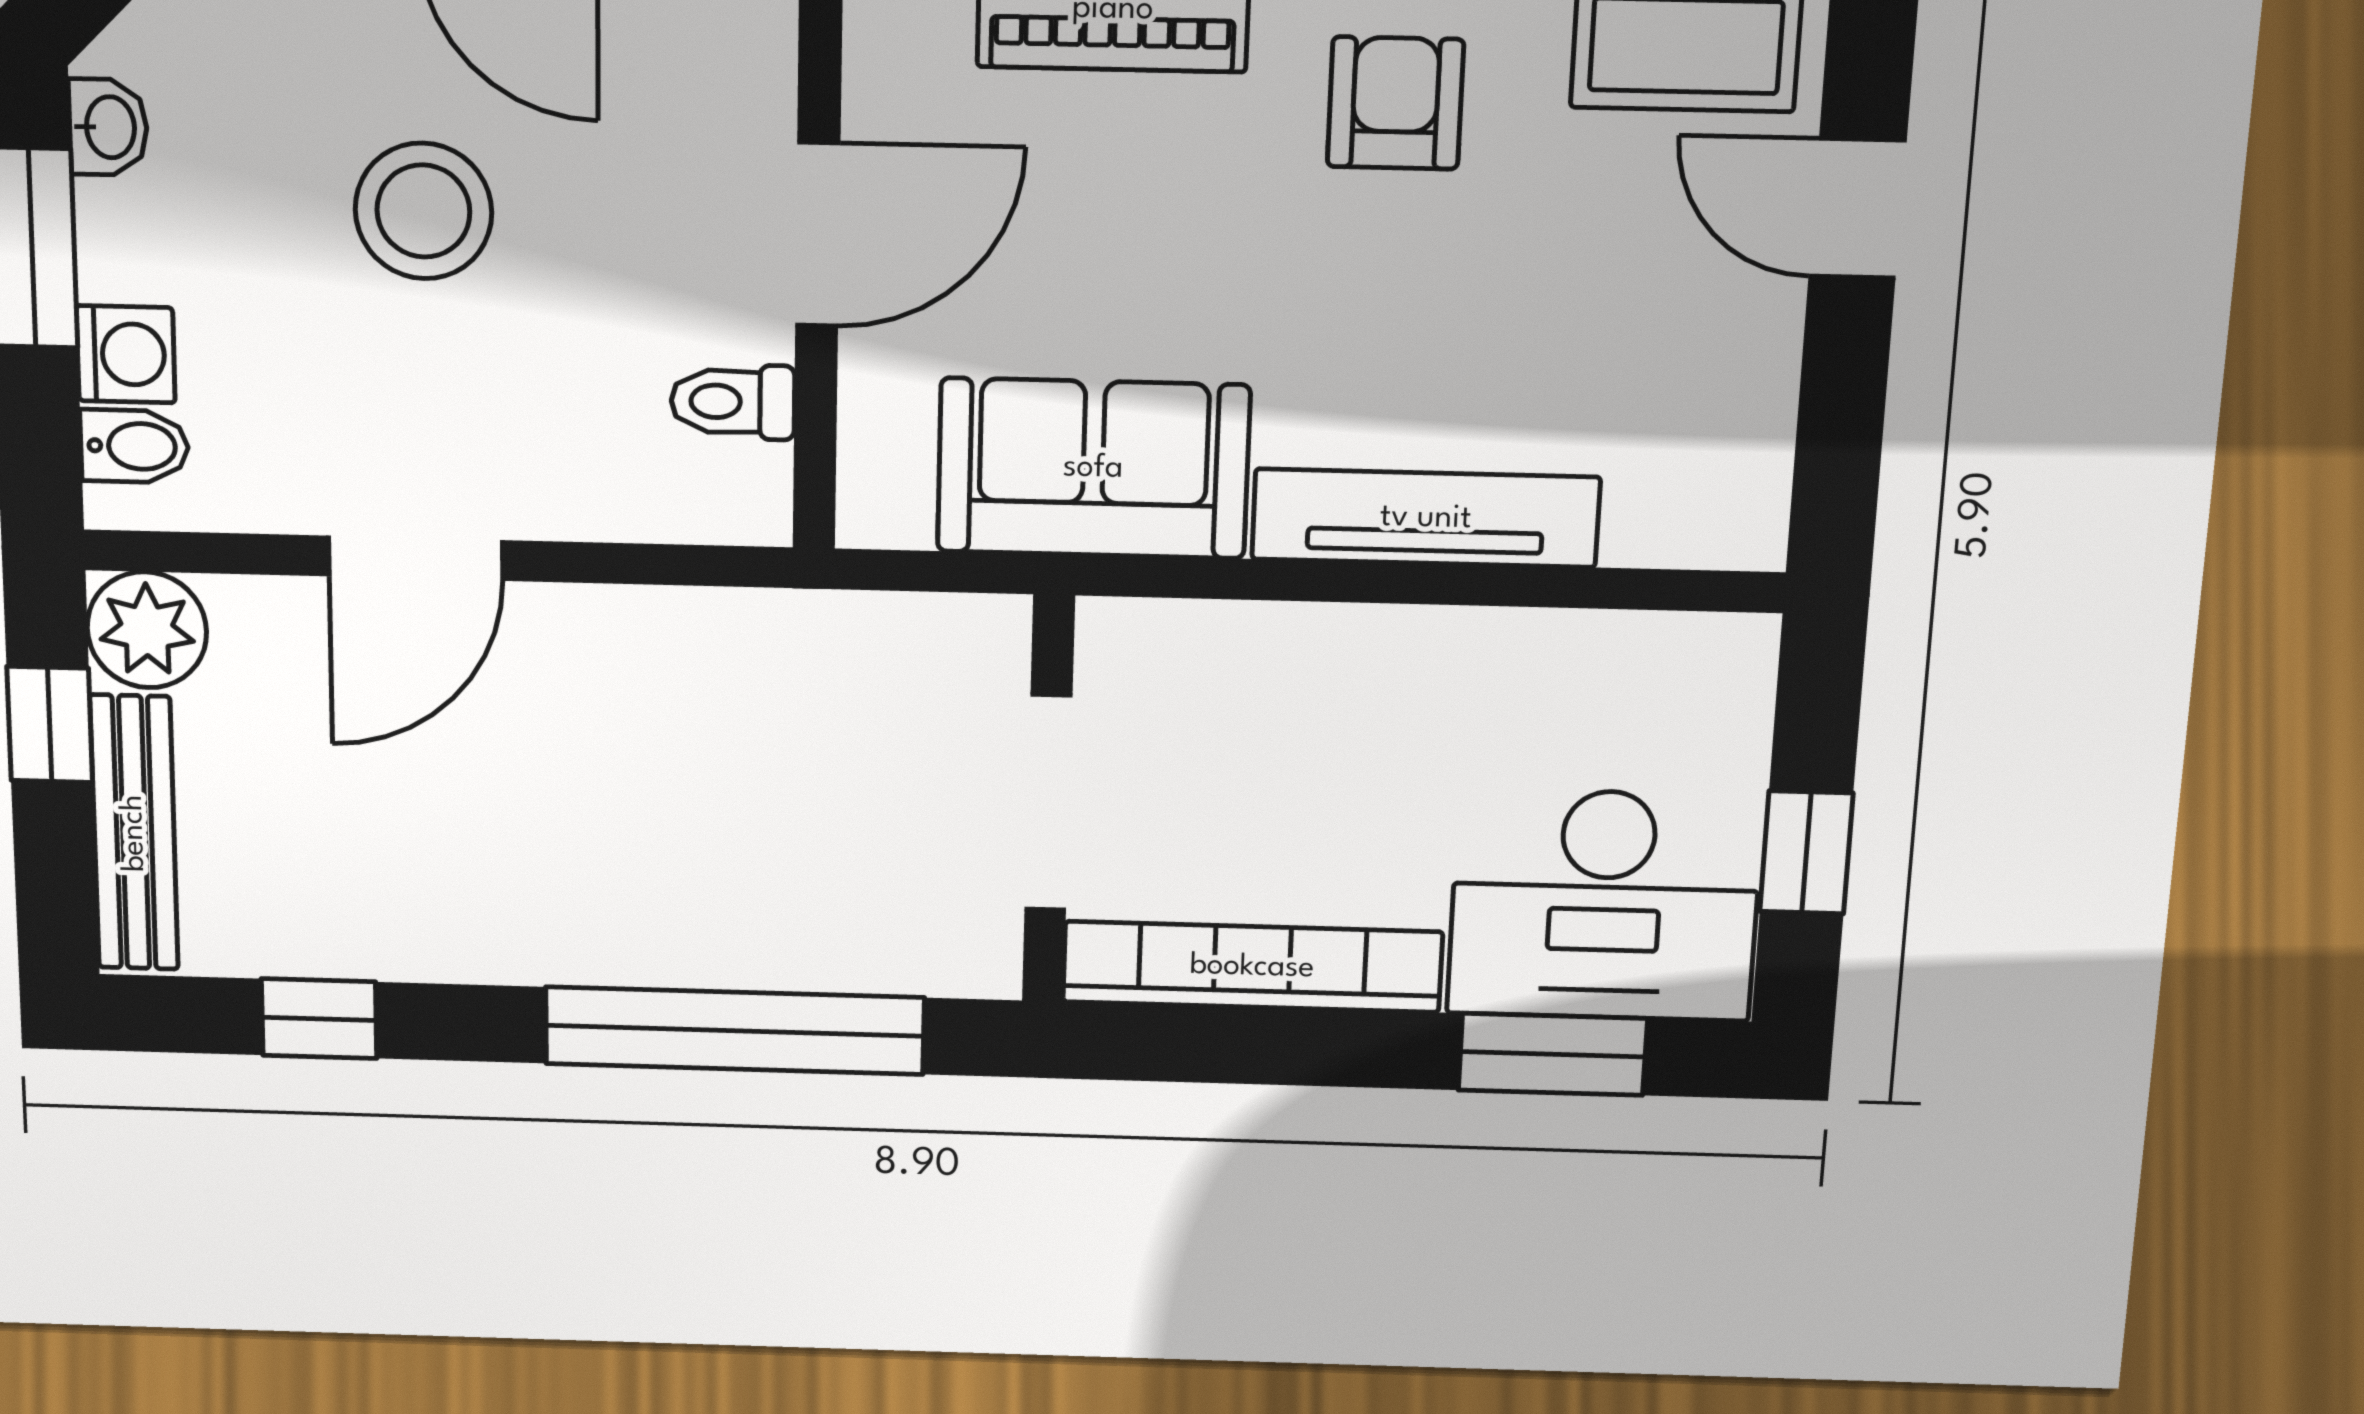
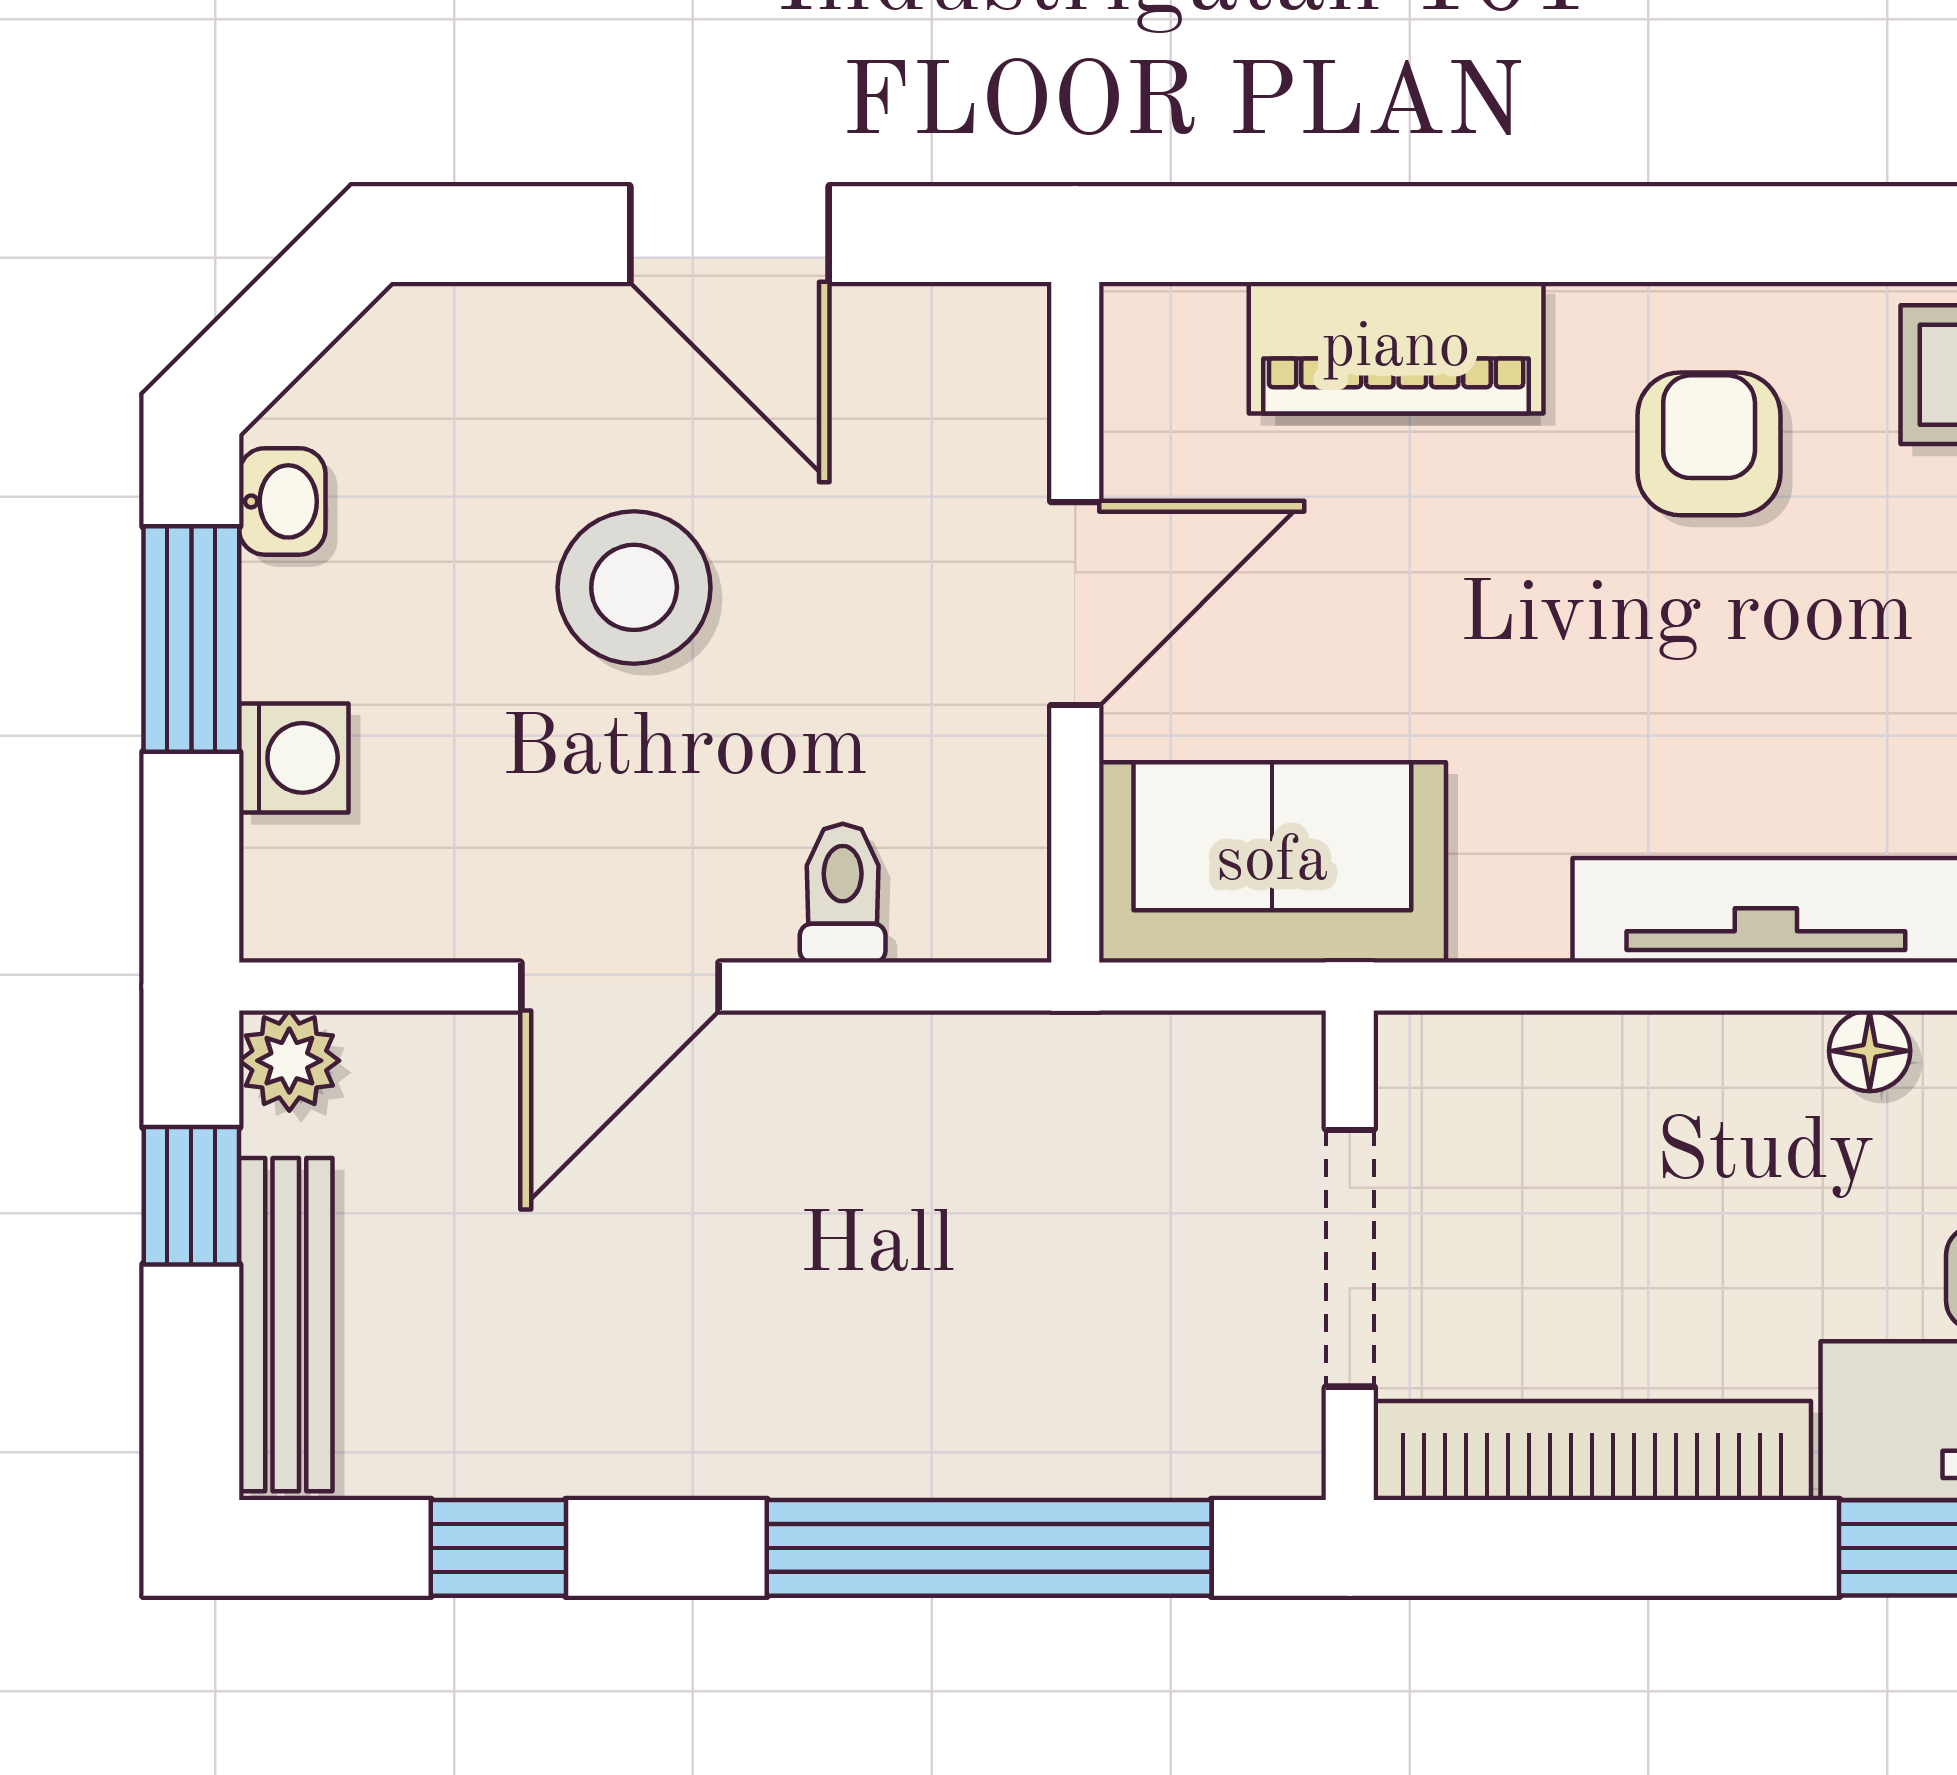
toilet: (733, 402) -> (843, 893), moved, turned 90
bidet: (134, 446) -> (300, 864), removed
sofa: (1093, 468) -> (1272, 862), moved
plant: (147, 630) -> (289, 1061), width x0.73, depth x0.73
floor lamp: (1511, 641) -> (1870, 1051), added

